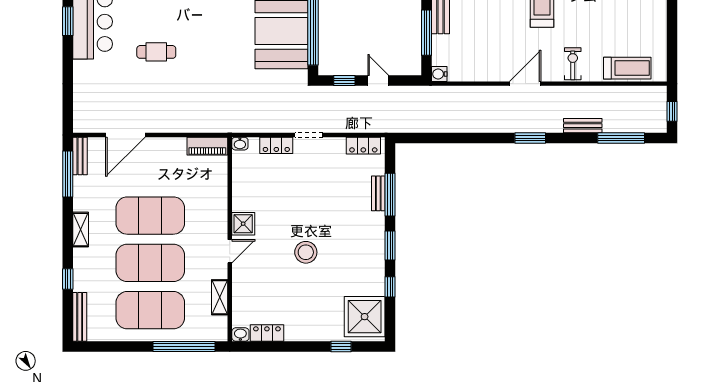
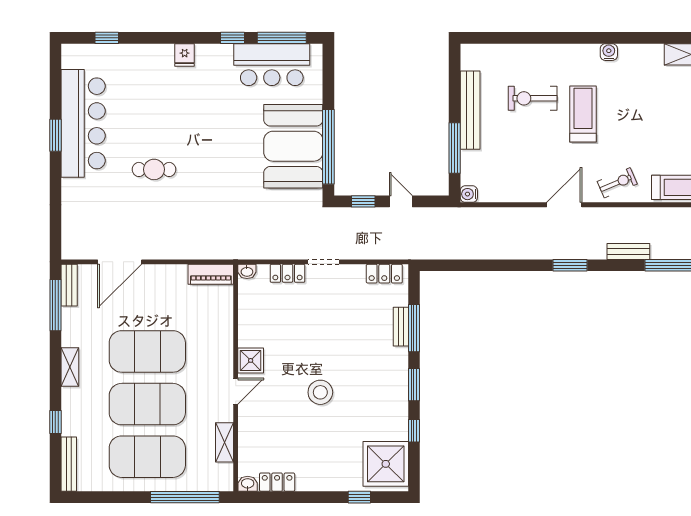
exercise bike: (573, 64) -> (617, 183), turned 67

